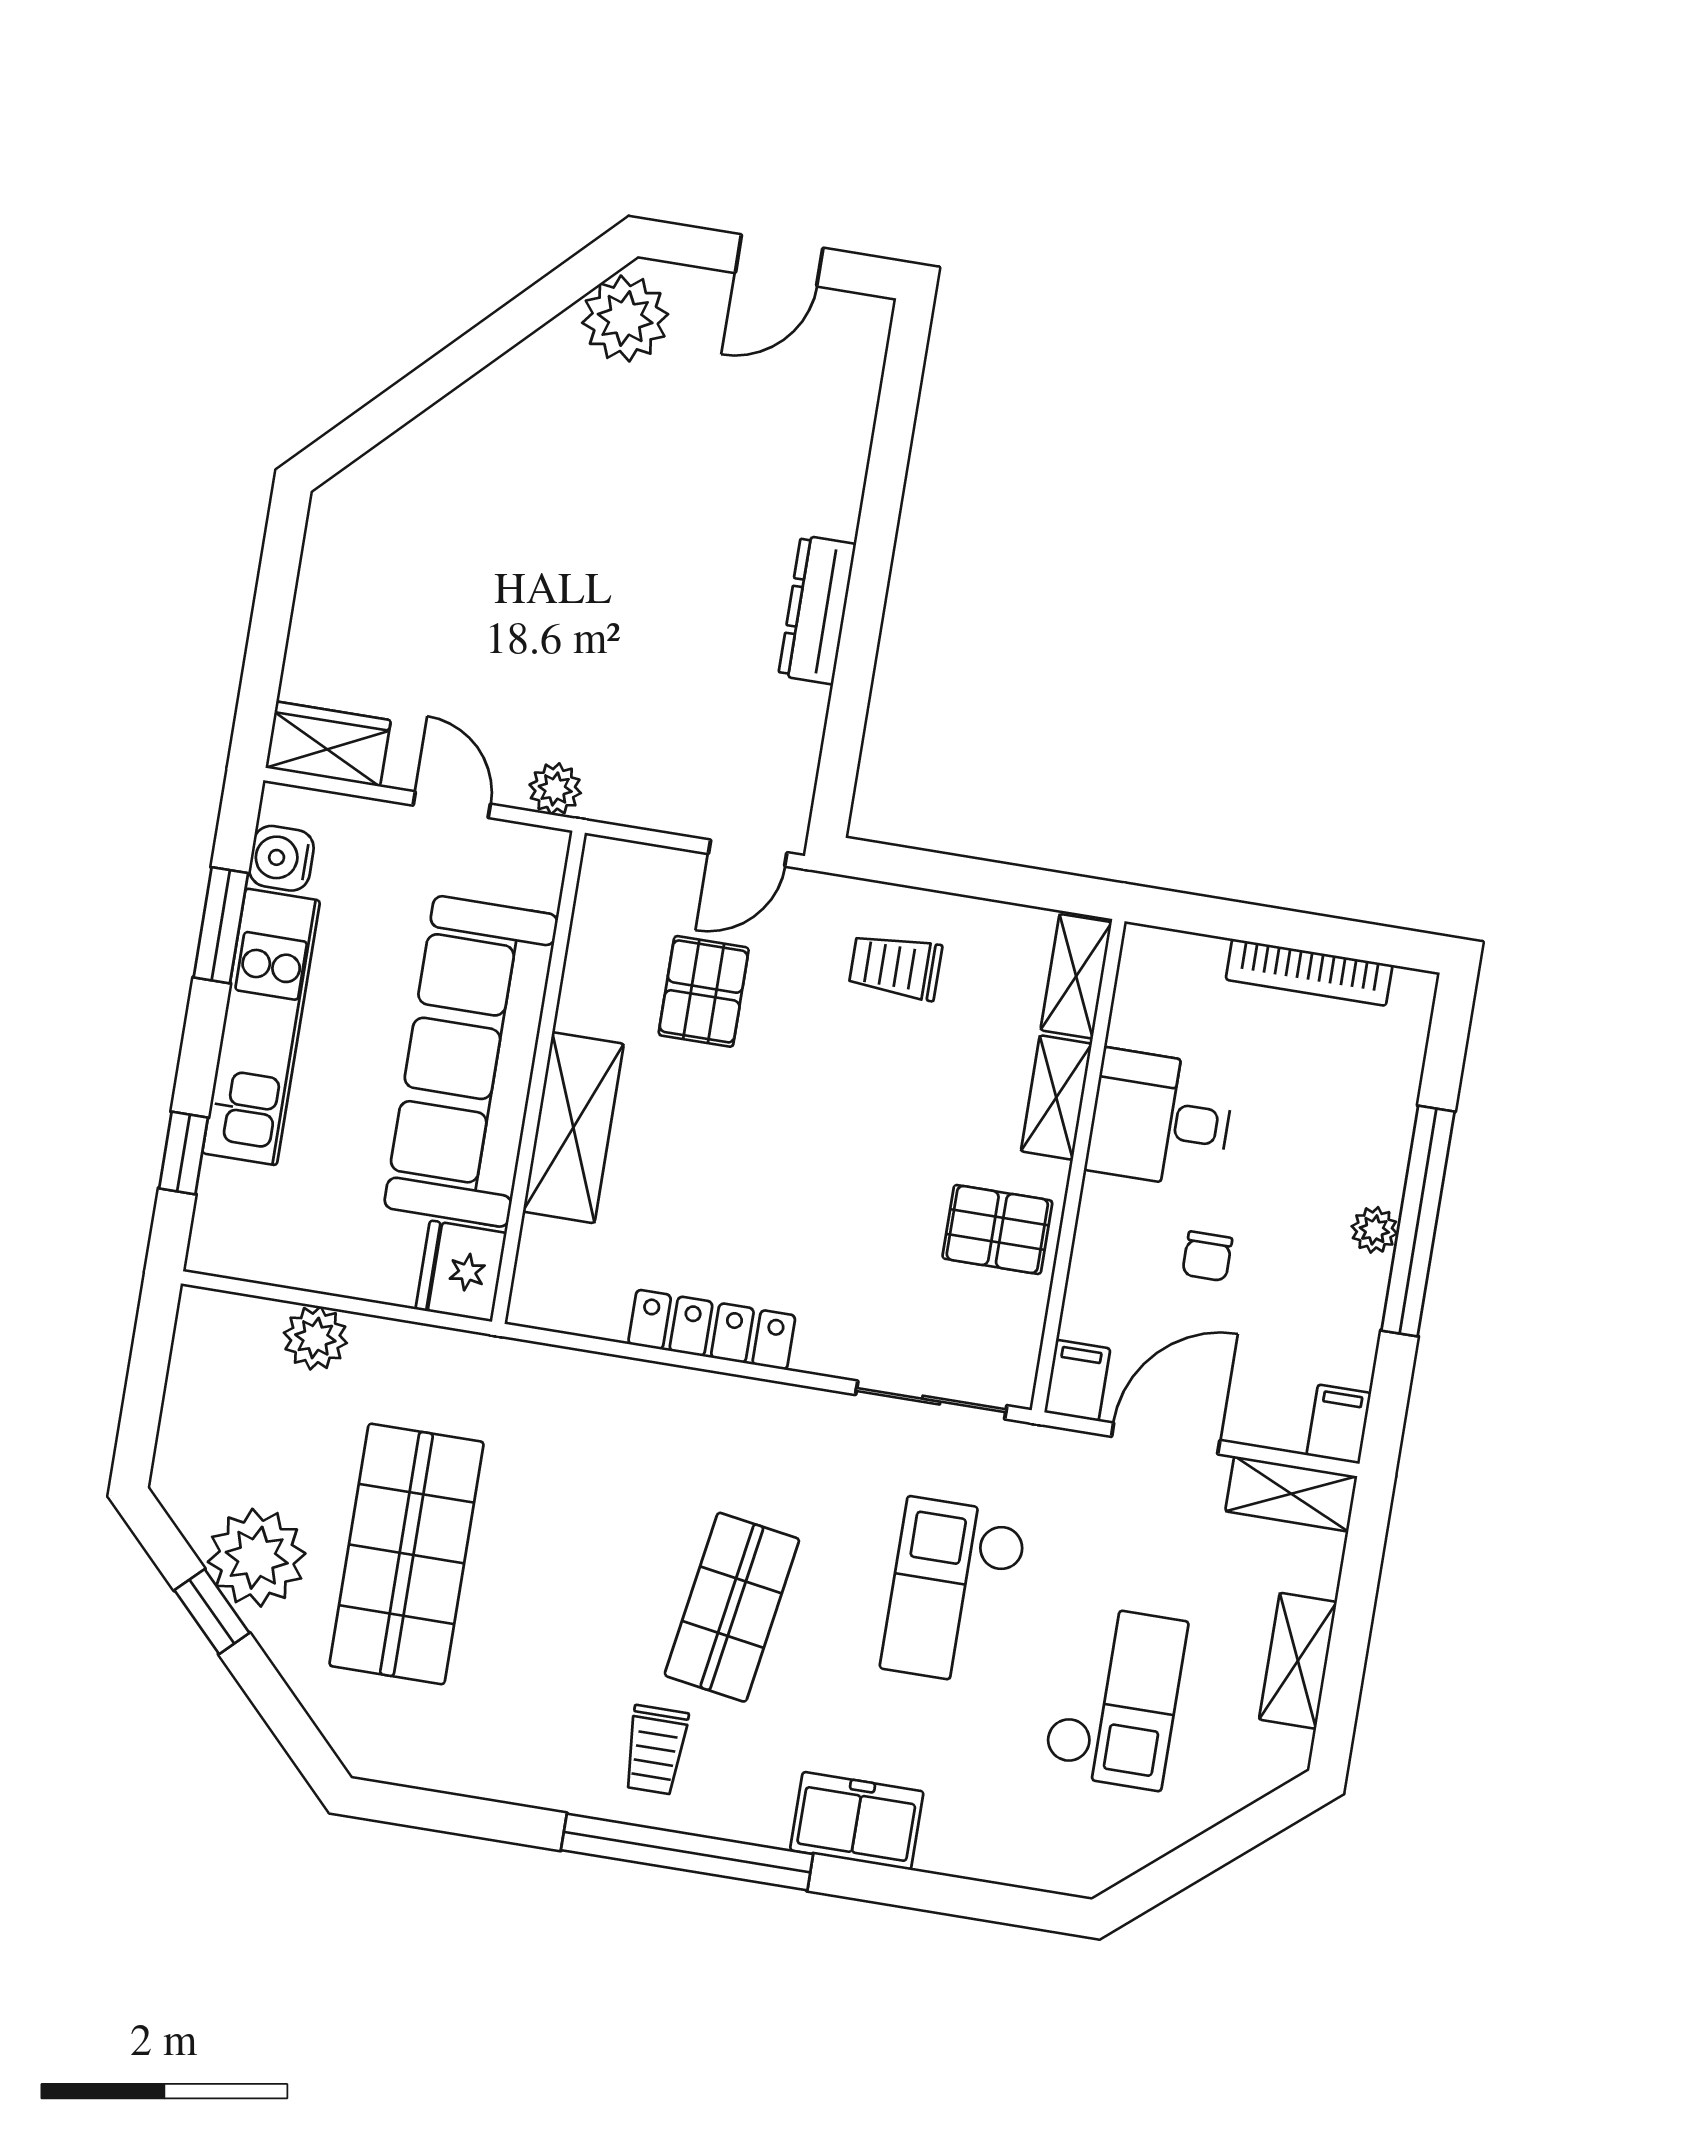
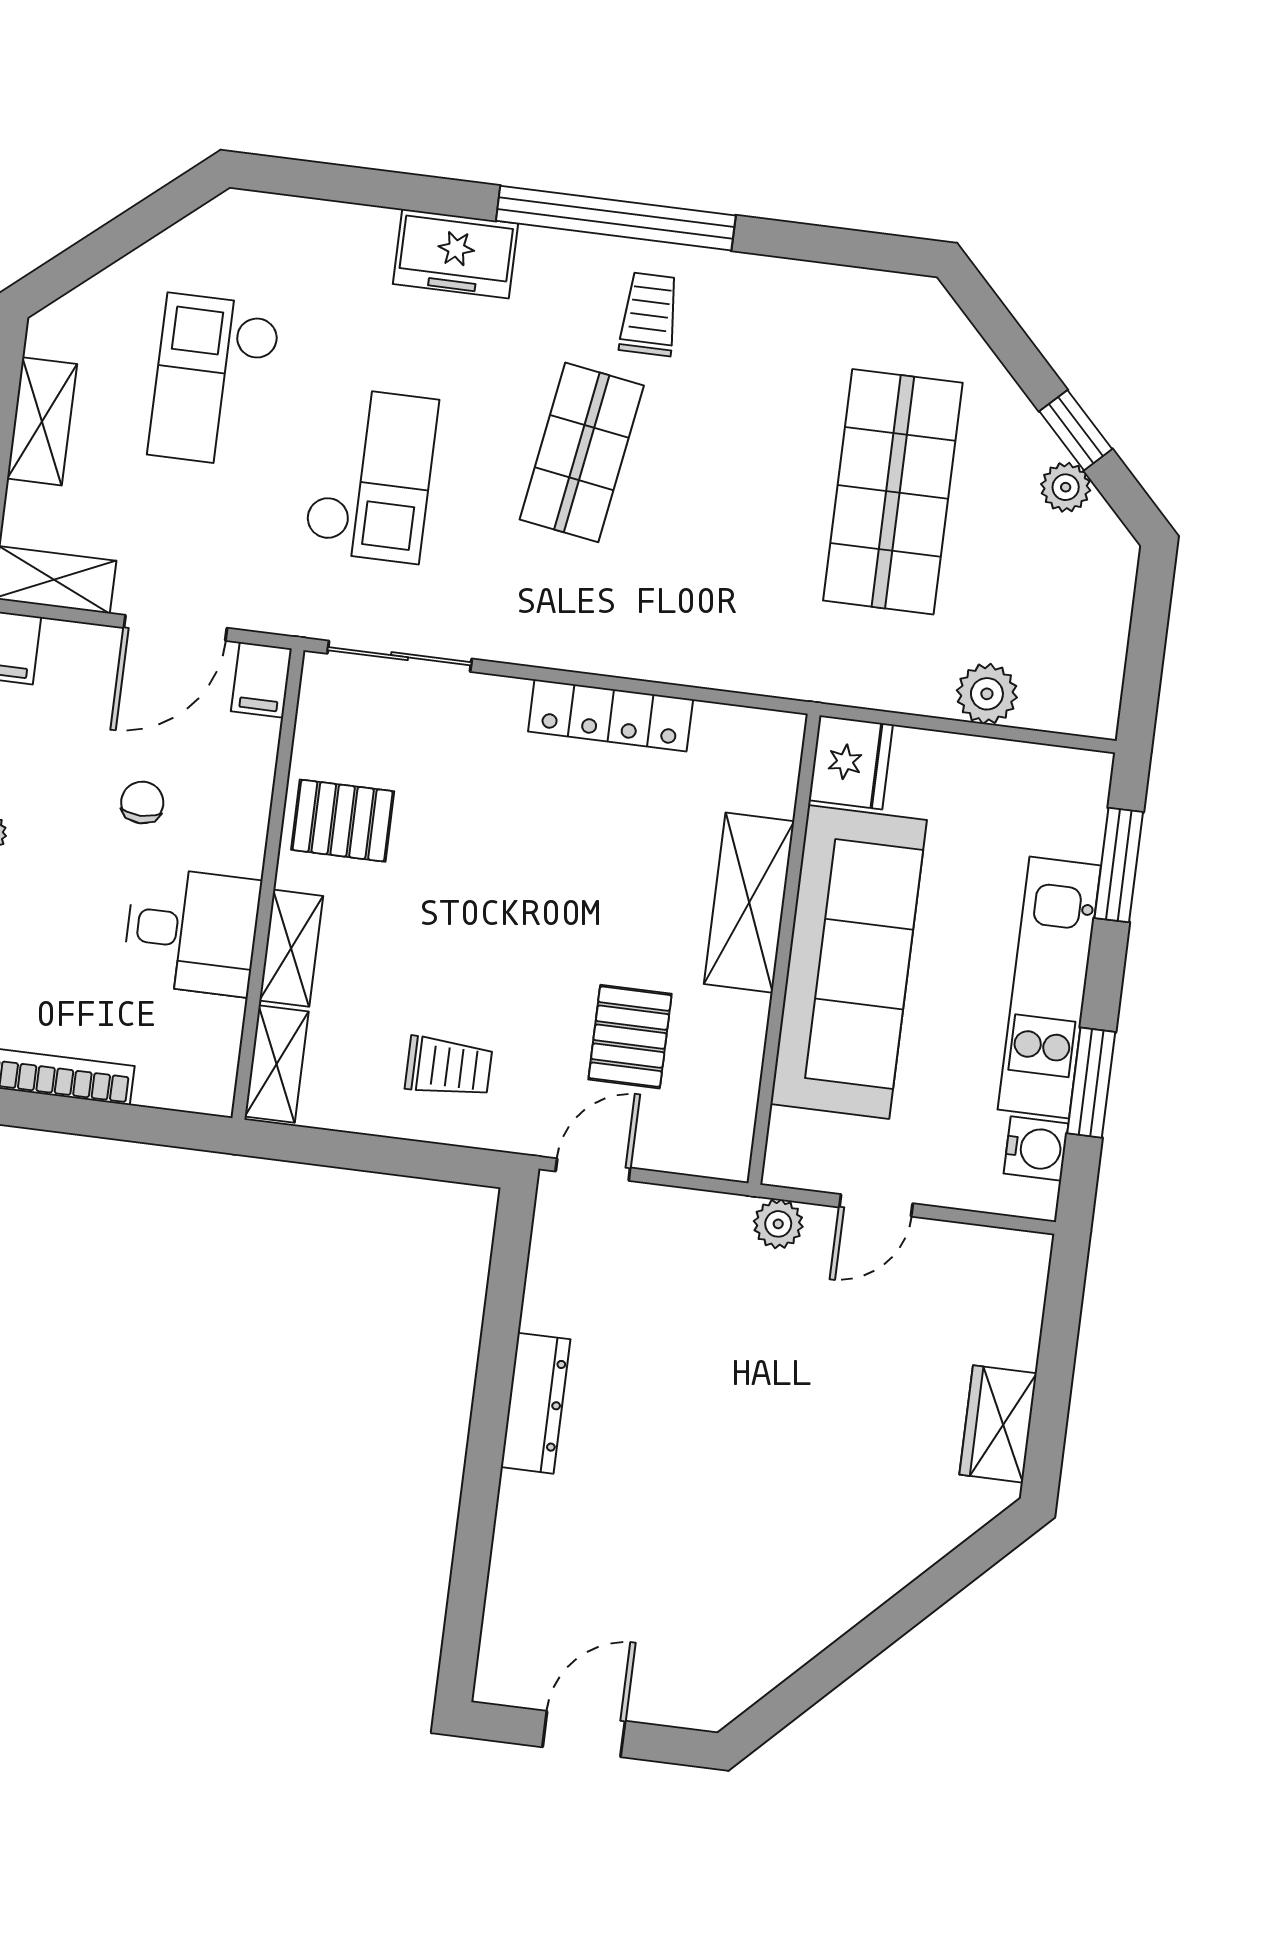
plant: (625, 318) -> (728, 1673), removed
wardrobe: (328, 744) -> (998, 1424), moved, turned 90
door: (452, 805) -> (876, 1205), hinge flipped
window: (183, 1153) -> (1119, 865), width x1.50
plant: (257, 1558) -> (1066, 487), width x0.53, depth x0.53

